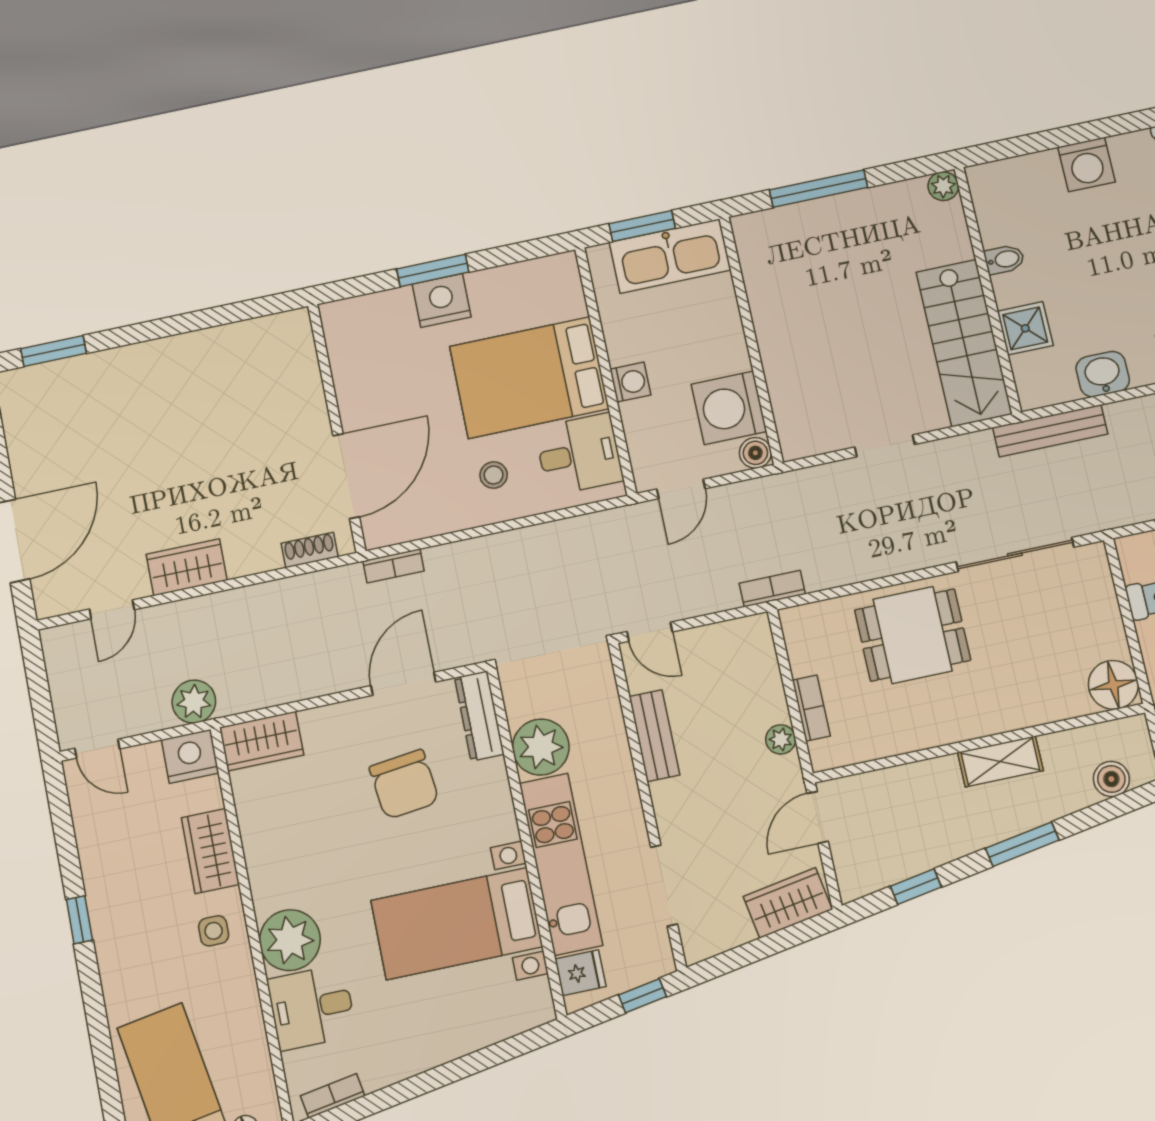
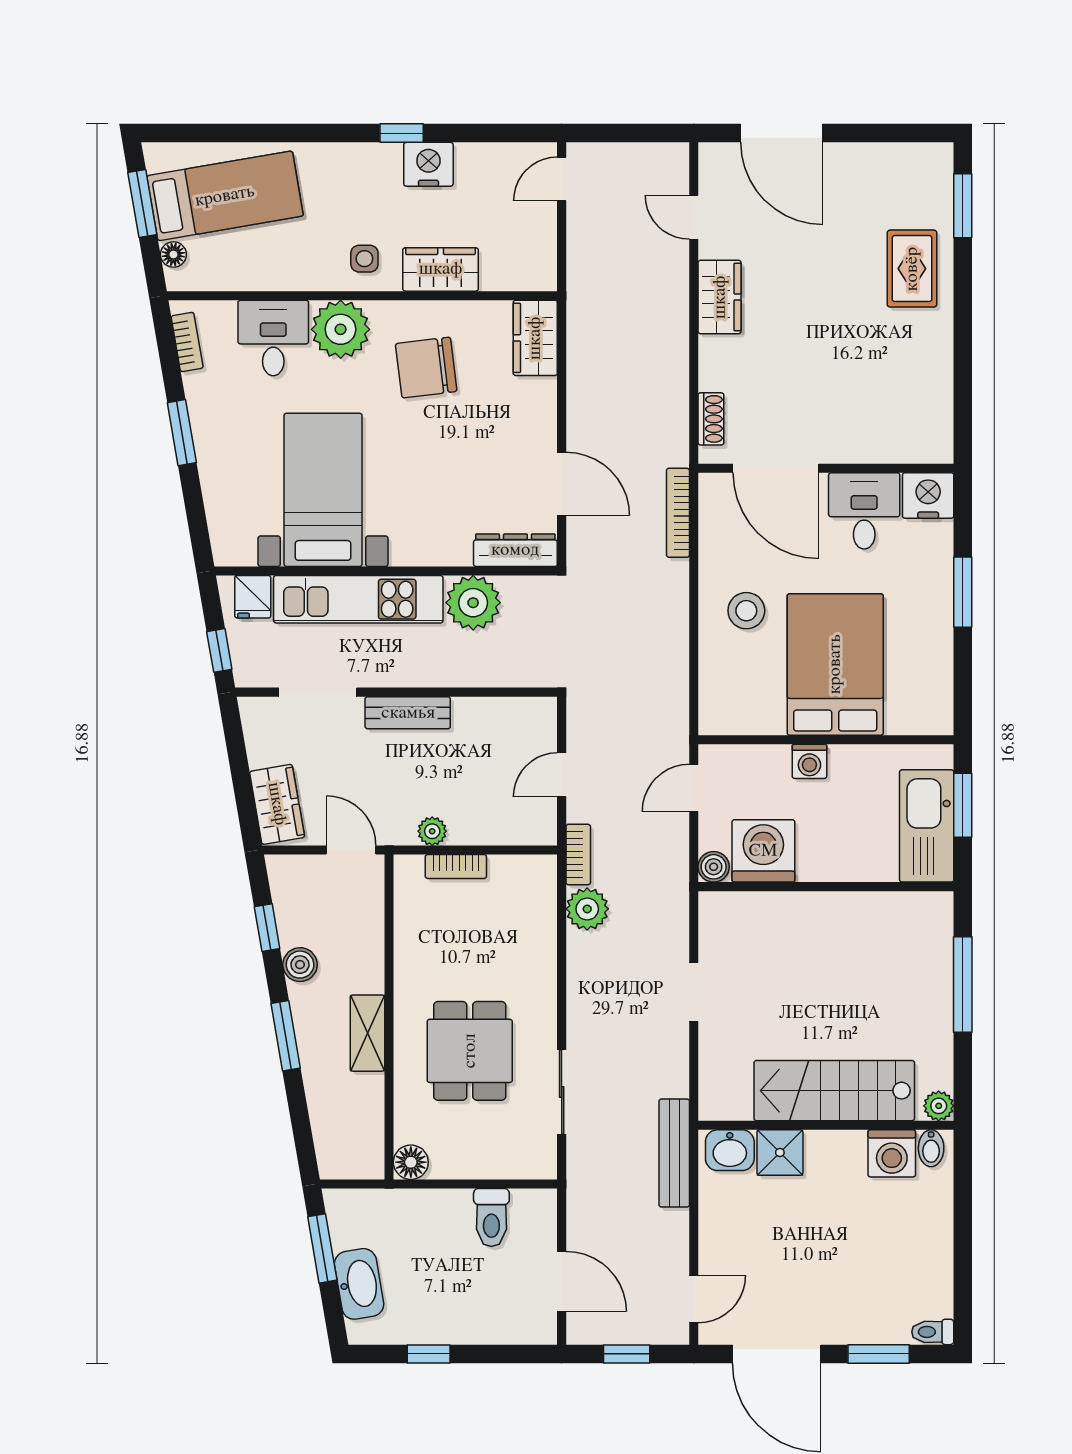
washing machine: (1087, 164) -> (892, 1153), moved, turned -90
bidet: (1004, 259) -> (931, 1148), moved
nightstand: (442, 300) -> (928, 495), moved, turned -90
stairs: (964, 343) -> (834, 1091), moved
washbasin: (1103, 374) -> (730, 1150), moved, turned 90
rug: (124, 387) -> (912, 269), added
desk: (579, 454) -> (864, 511), moved, turned 180
stool: (494, 475) -> (746, 611), width x1.37, depth x1.37
door: (681, 489) -> (694, 788), hinge flipped
sliding door: (1015, 554) -> (562, 1092), width x0.73
bookcase: (394, 566) -> (678, 513), width x1.56
door: (650, 632) -> (562, 775), moved
dining table: (913, 635) -> (470, 1051), moved
floor lamp: (1113, 685) -> (411, 1162), width x0.73, depth x0.73
plant: (194, 702) -> (587, 909), moved
bench: (654, 736) -> (408, 713), moved
nightstand: (190, 756) -> (428, 164), moved, turned -90
boiler: (1111, 779) -> (300, 965), moved
chair: (404, 784) -> (426, 368), moved
window: (427, 1082) -> (182, 433), added

